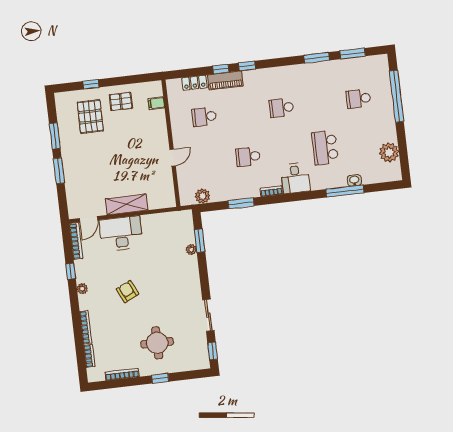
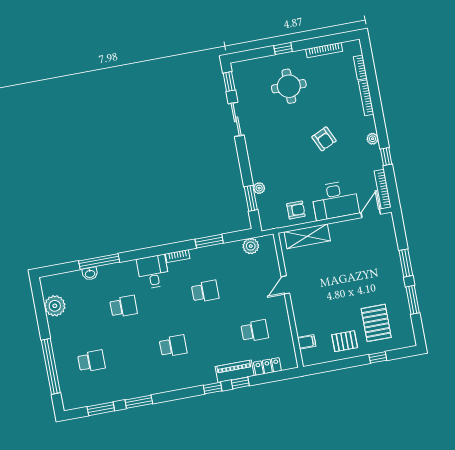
school desk: (325, 148) -> (123, 306), width x0.54
shelving: (127, 204) -> (307, 236), moved
armchair: (158, 227) -> (296, 210), added

